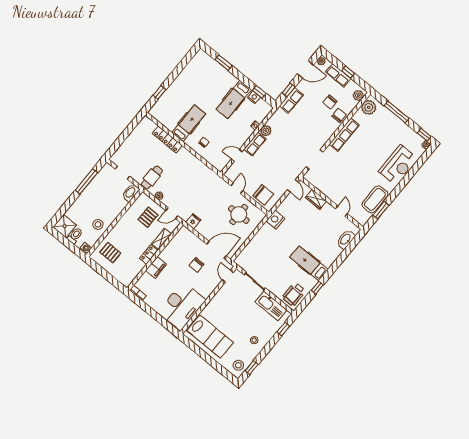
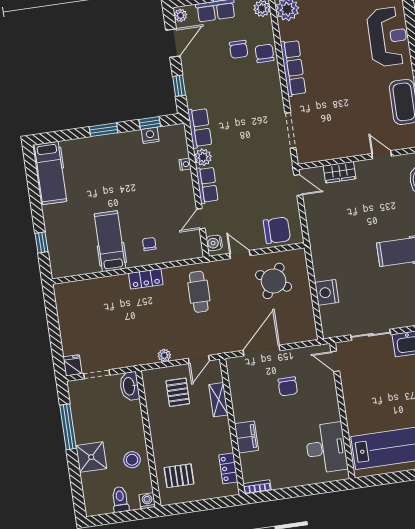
window: (223, 63) -> (104, 130), moved
hospital bed: (234, 99) -> (50, 173), moved
row of seats: (291, 100) -> (200, 128), moved
locker: (167, 139) -> (146, 279), moved, width x0.66
water cooler: (231, 172) -> (214, 243), added
cafe table: (152, 177) -> (199, 292), moved
round table: (239, 215) -> (274, 281), turned 32
nightstand: (275, 220) -> (327, 292), moved
fridge: (193, 221) -> (72, 365), moved
shower: (65, 226) -> (91, 457), moved
door: (216, 250) -> (262, 350), moved
locker: (149, 254) -> (228, 468), moved
desk: (182, 306) -> (326, 448), width x0.73, depth x0.77

